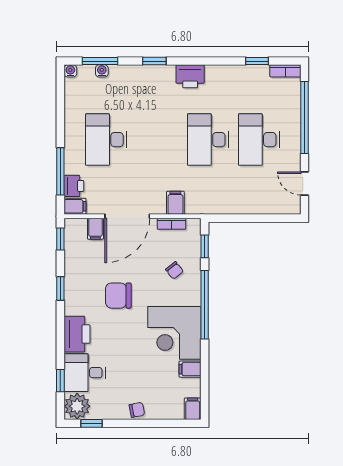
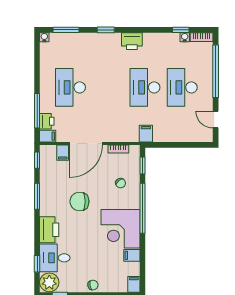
water cooler: (102, 71) -> (185, 37), moved
filing cabinet: (175, 203) -> (146, 134), moved
window: (60, 288) -> (37, 196), width x1.50

